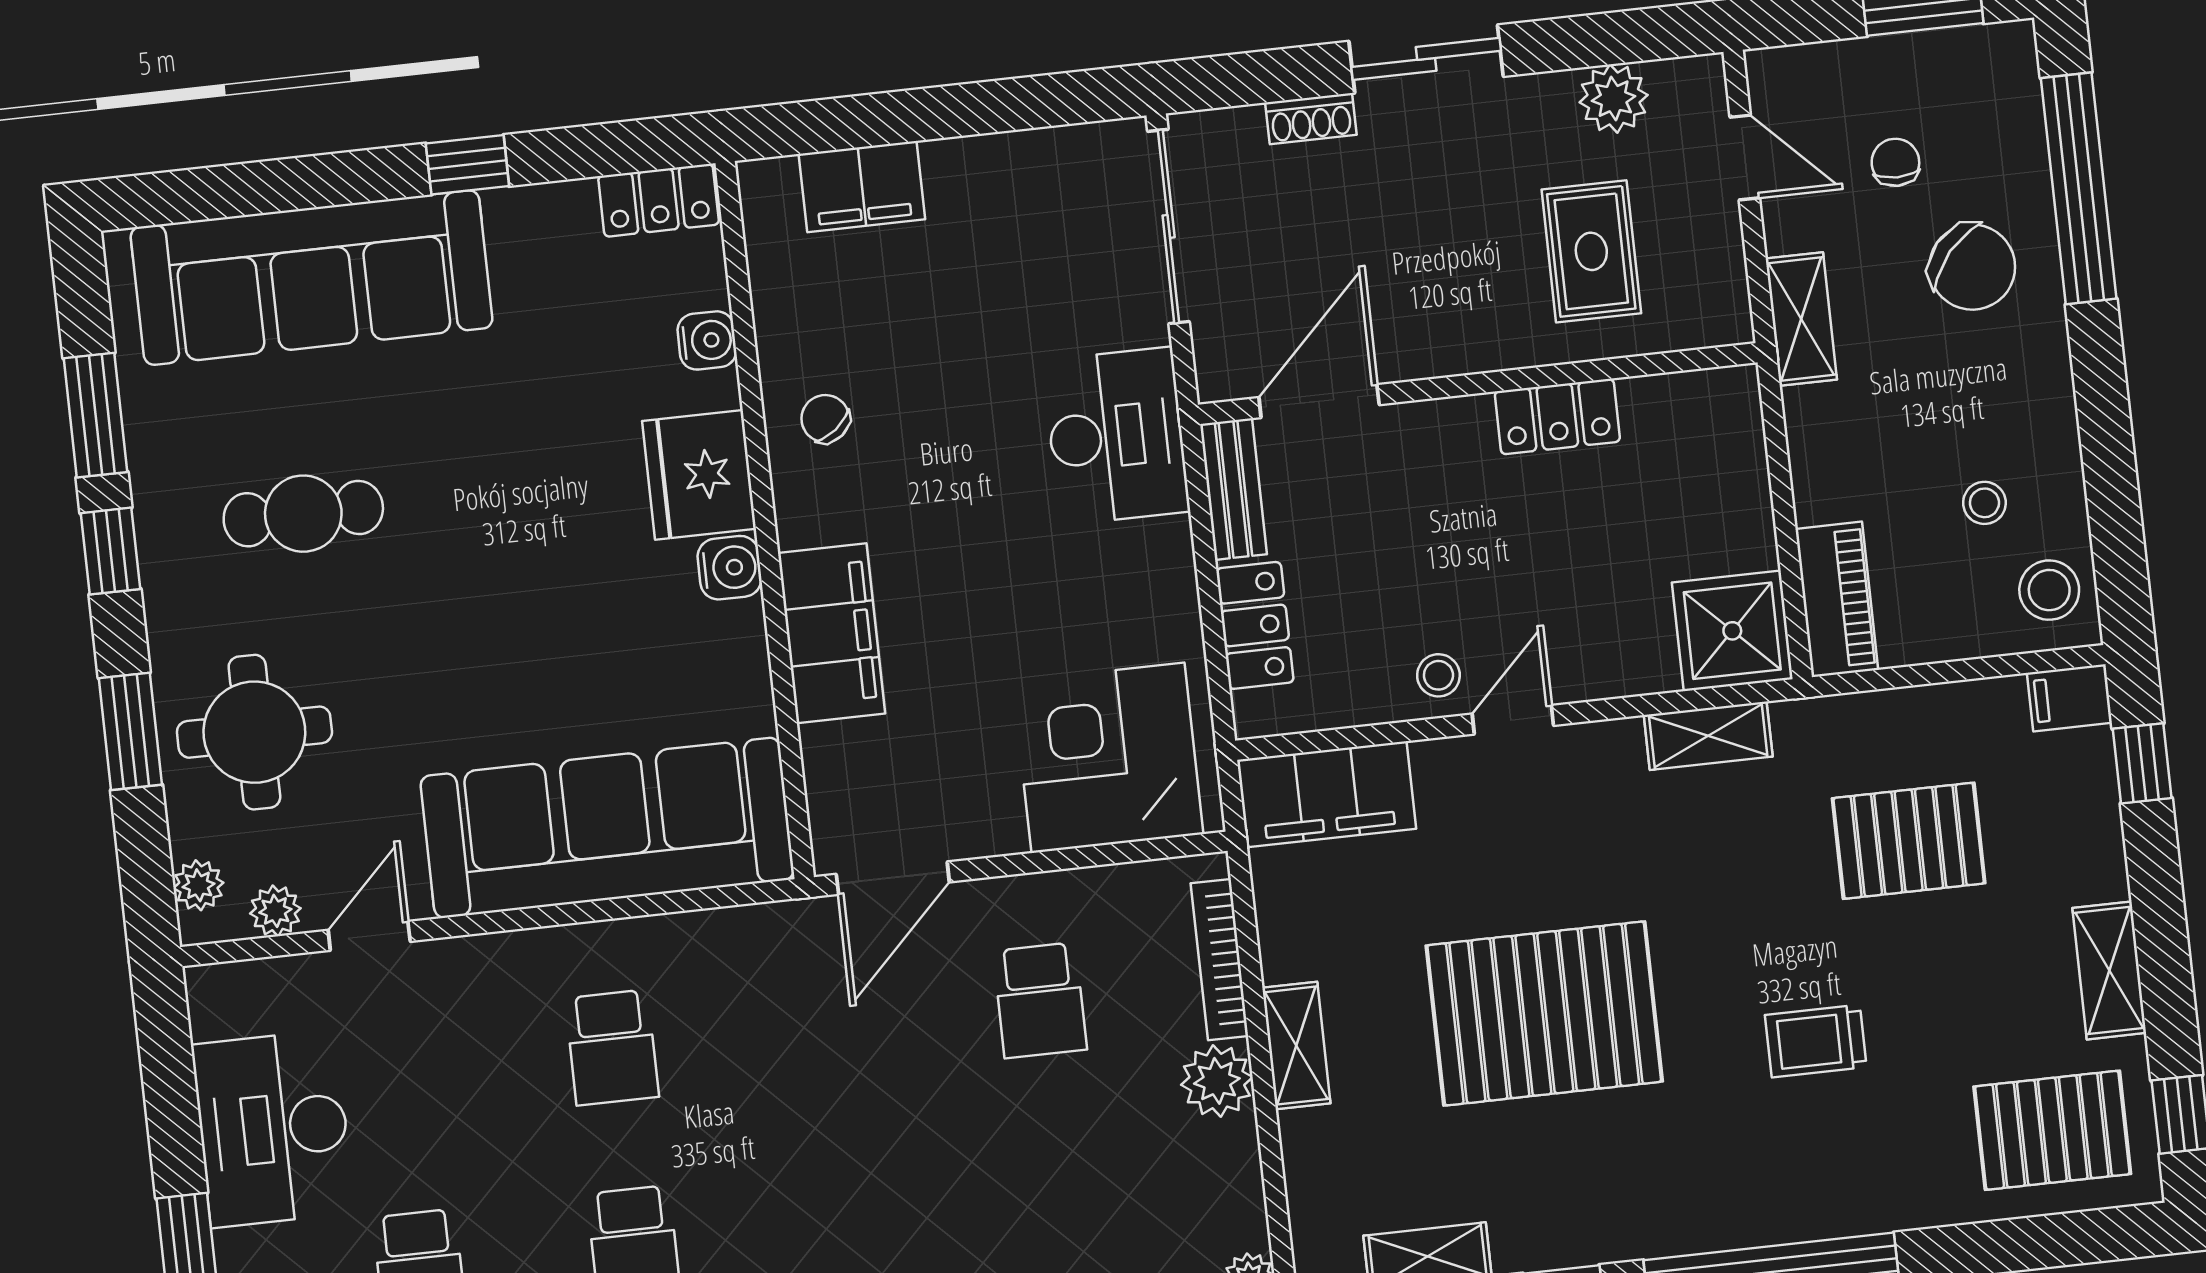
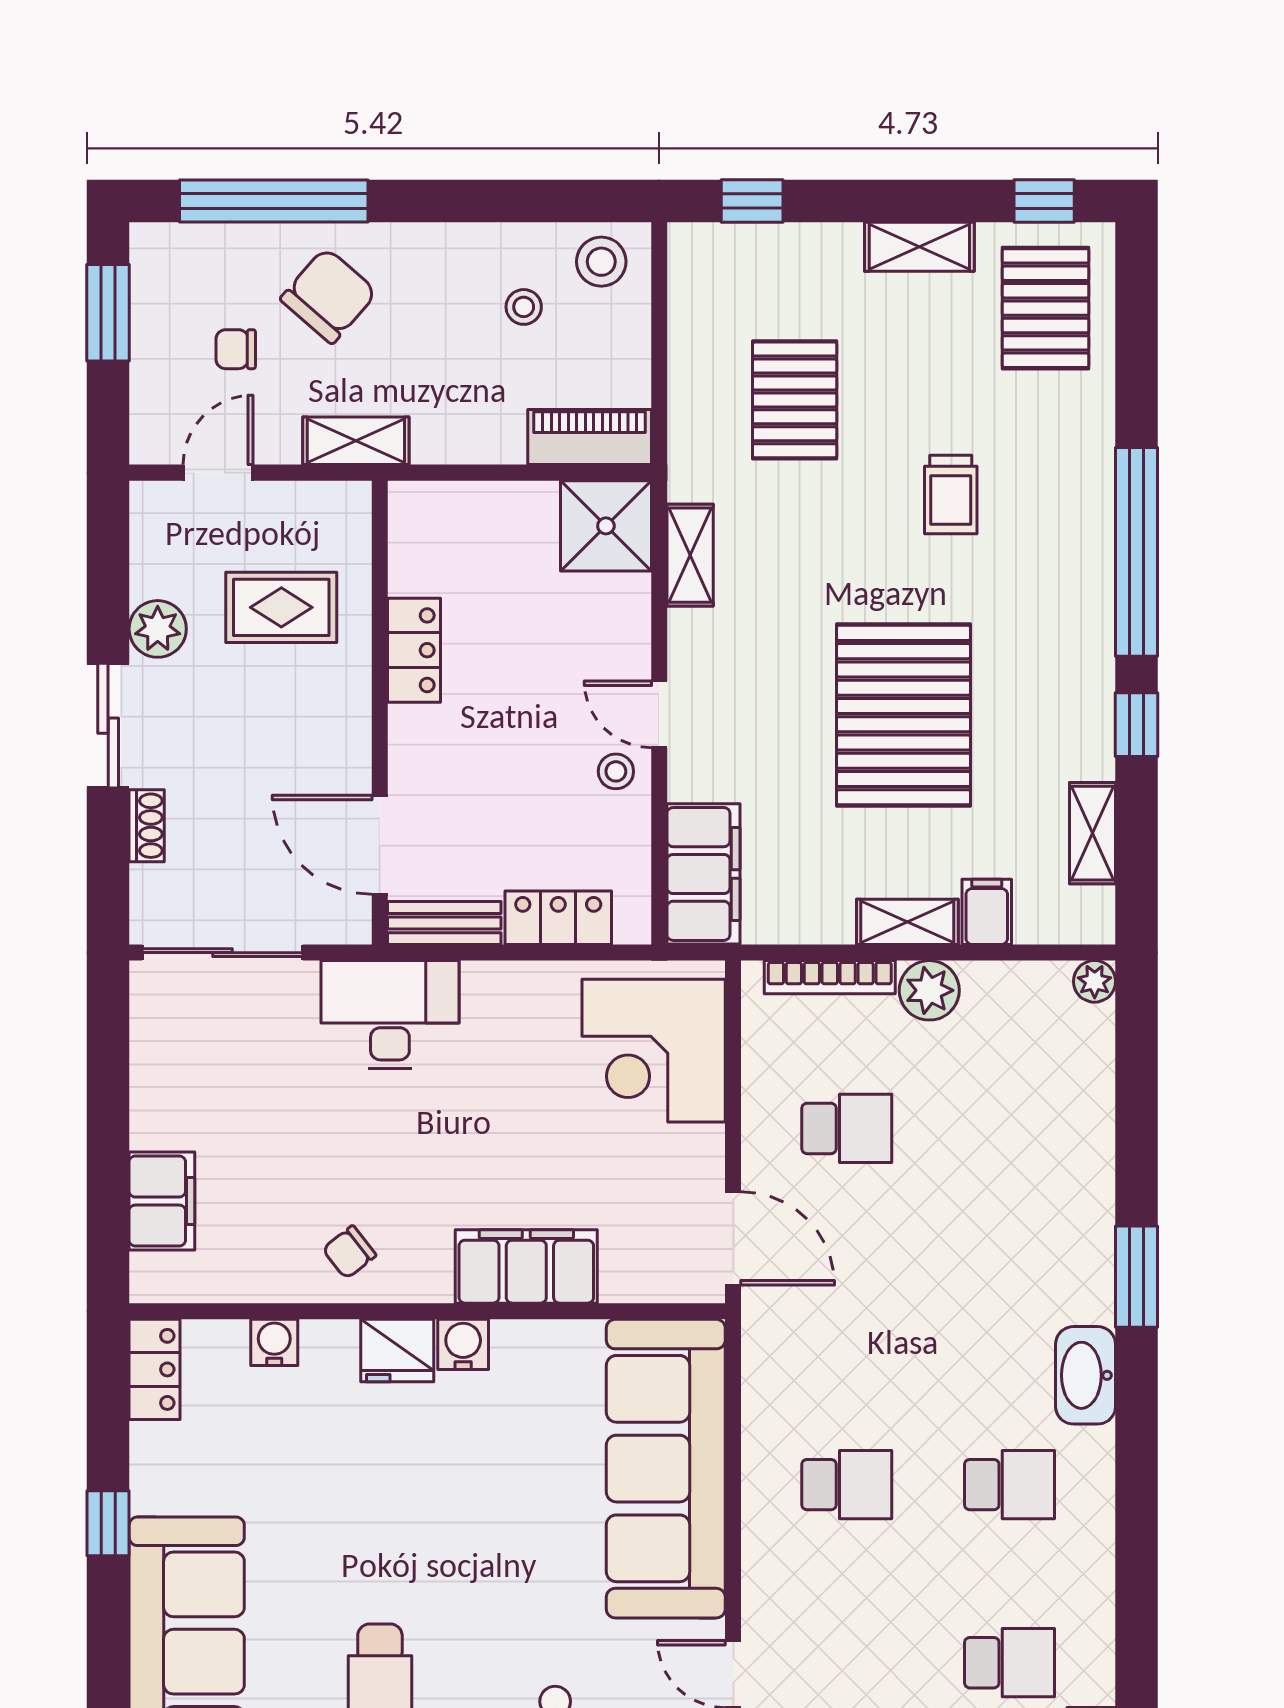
plant: (1614, 99) -> (158, 629), moved
fridge: (699, 475) -> (397, 1350), width x0.73, depth x0.75
filing cabinet: (2069, 698) -> (987, 912), moved, turned 180

